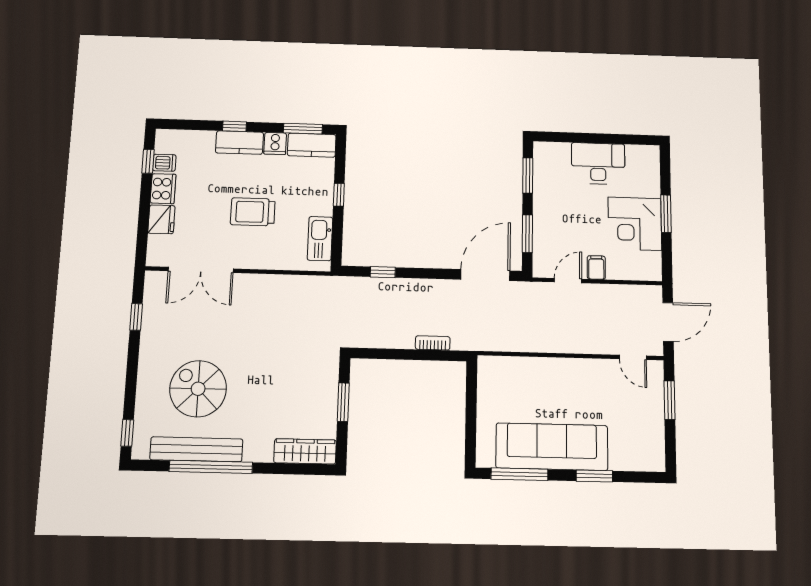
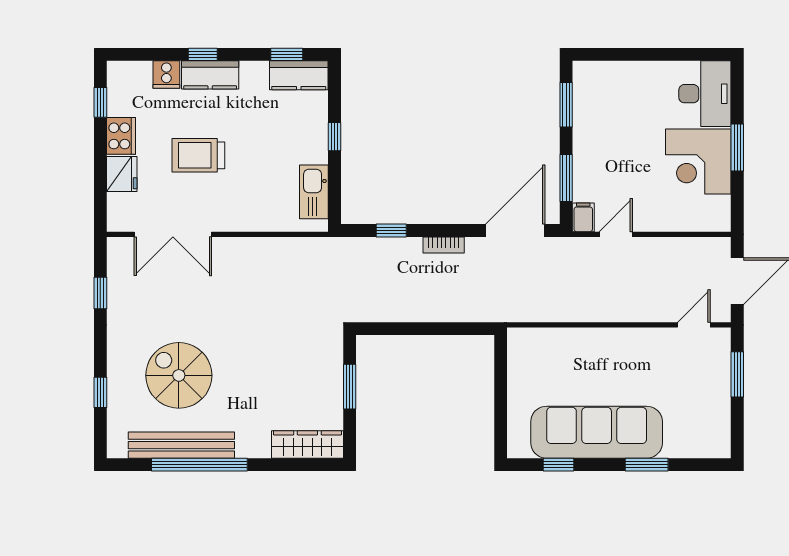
window: (303, 129) -> (287, 54), width x0.67
cooker: (275, 143) -> (166, 75), moved
dishwasher: (164, 163) -> (120, 103), removed
desk: (598, 163) -> (705, 94), moved, turned 90
trolley: (253, 212) -> (198, 155), moved
filing cabinet: (596, 268) -> (583, 217), moved
bookcase: (433, 343) -> (444, 245), moved, turned 180
door: (633, 357) -> (694, 325), swing flipped
window: (127, 433) -> (100, 392), moved
window: (519, 474) -> (558, 465), width x0.46

